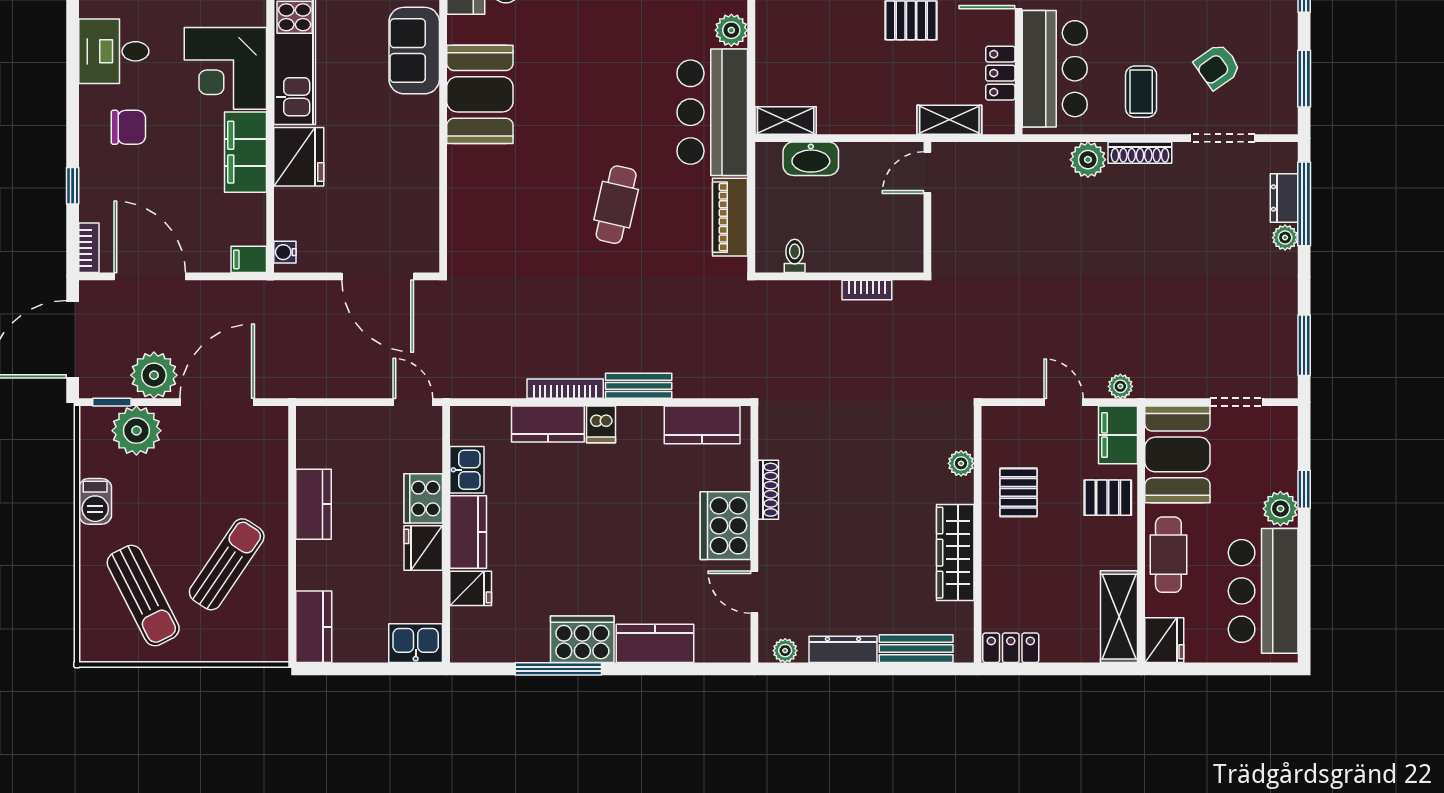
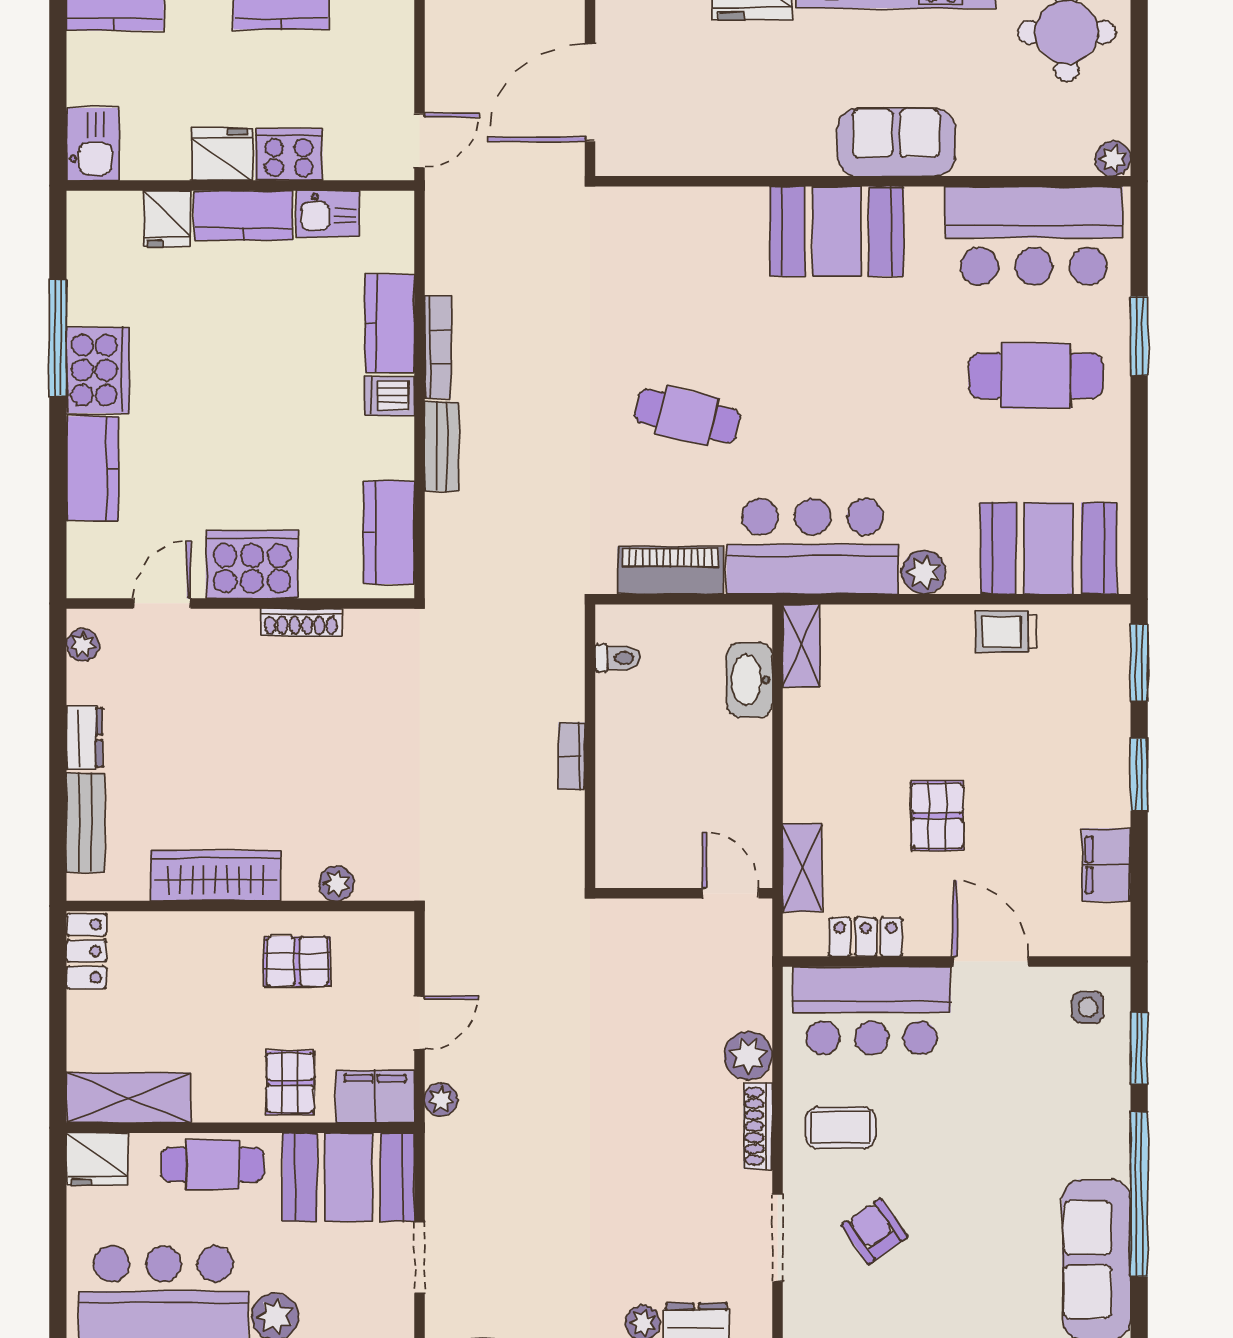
door: (927, 173) -> (731, 893), moved
wall: (927, 207) -> (684, 893), moved
dresser: (843, 649) -> (84, 738), width x0.70

